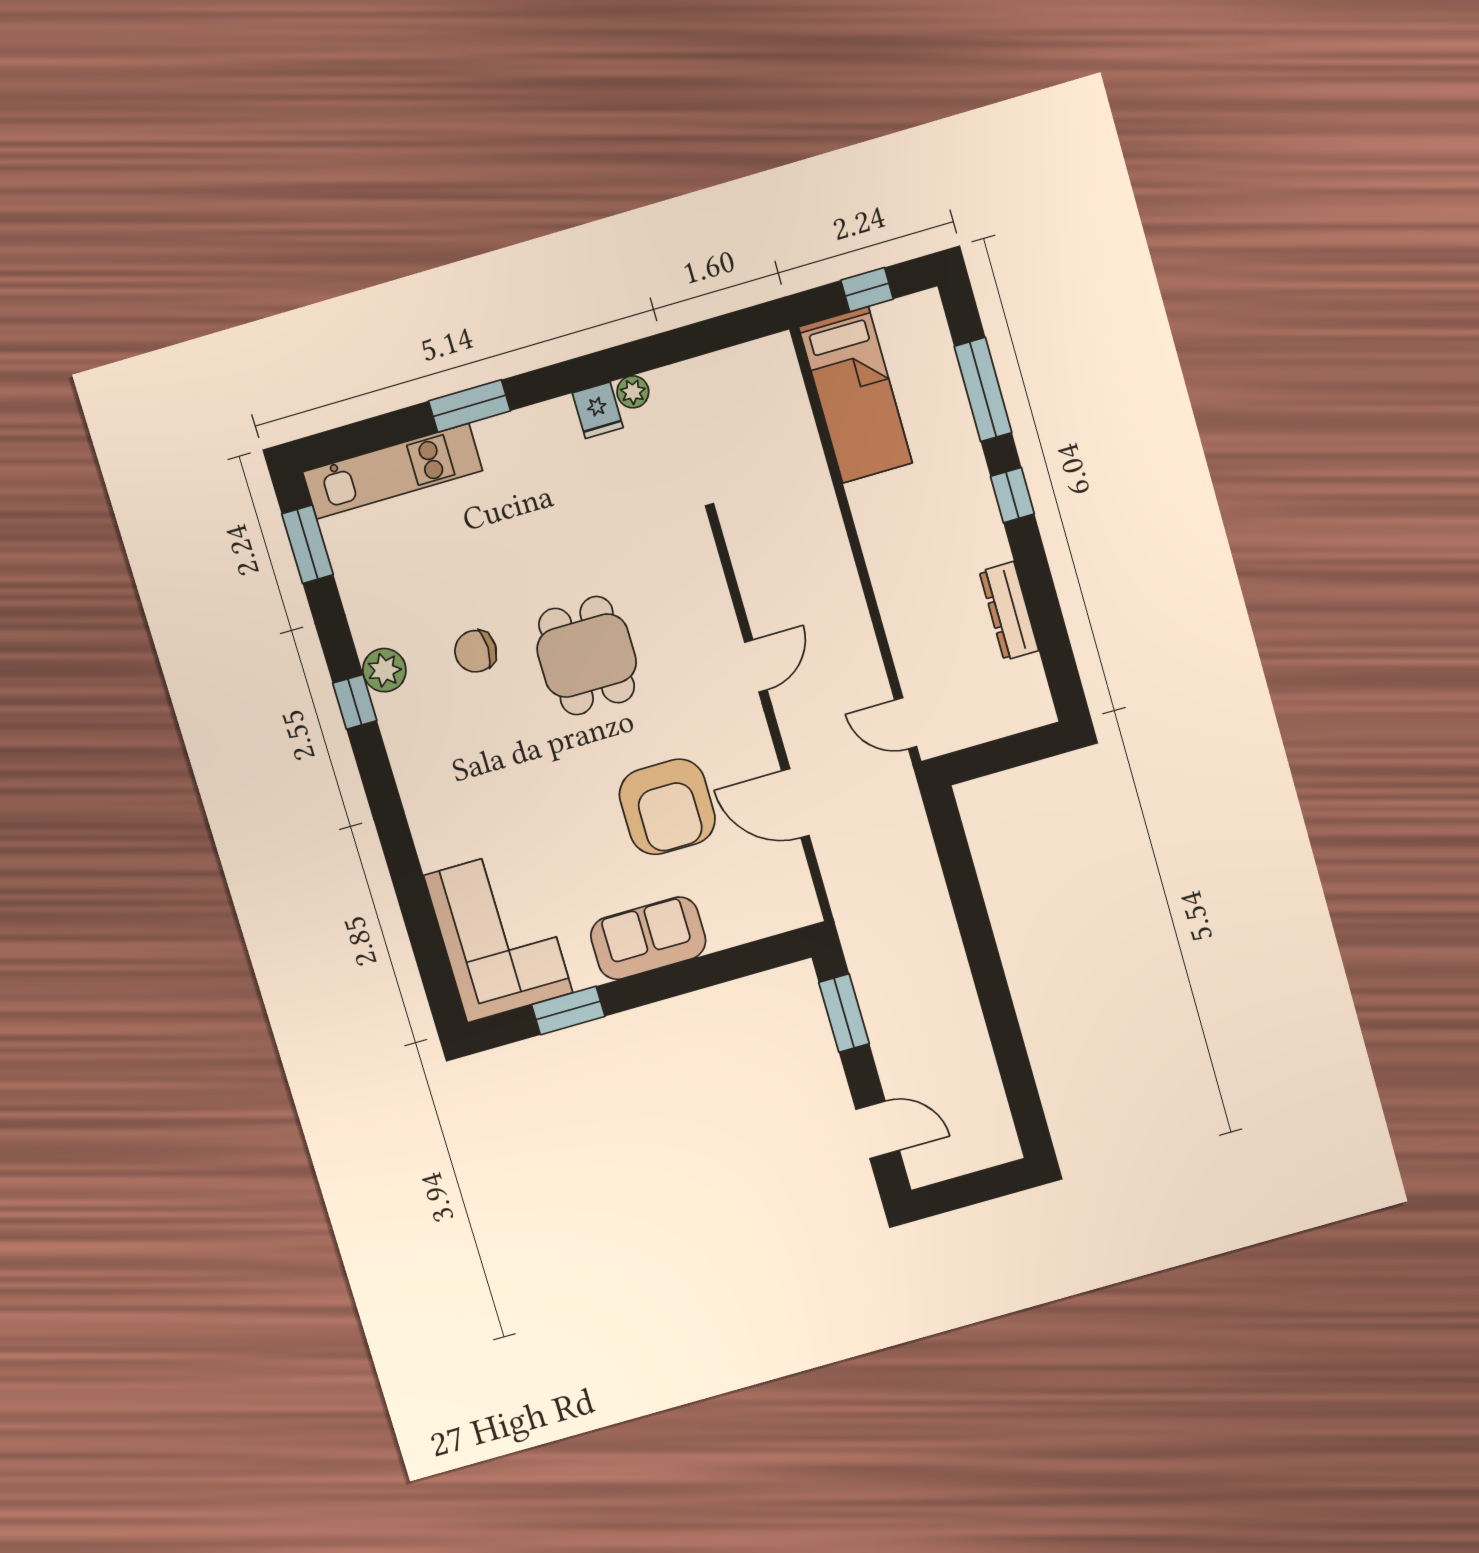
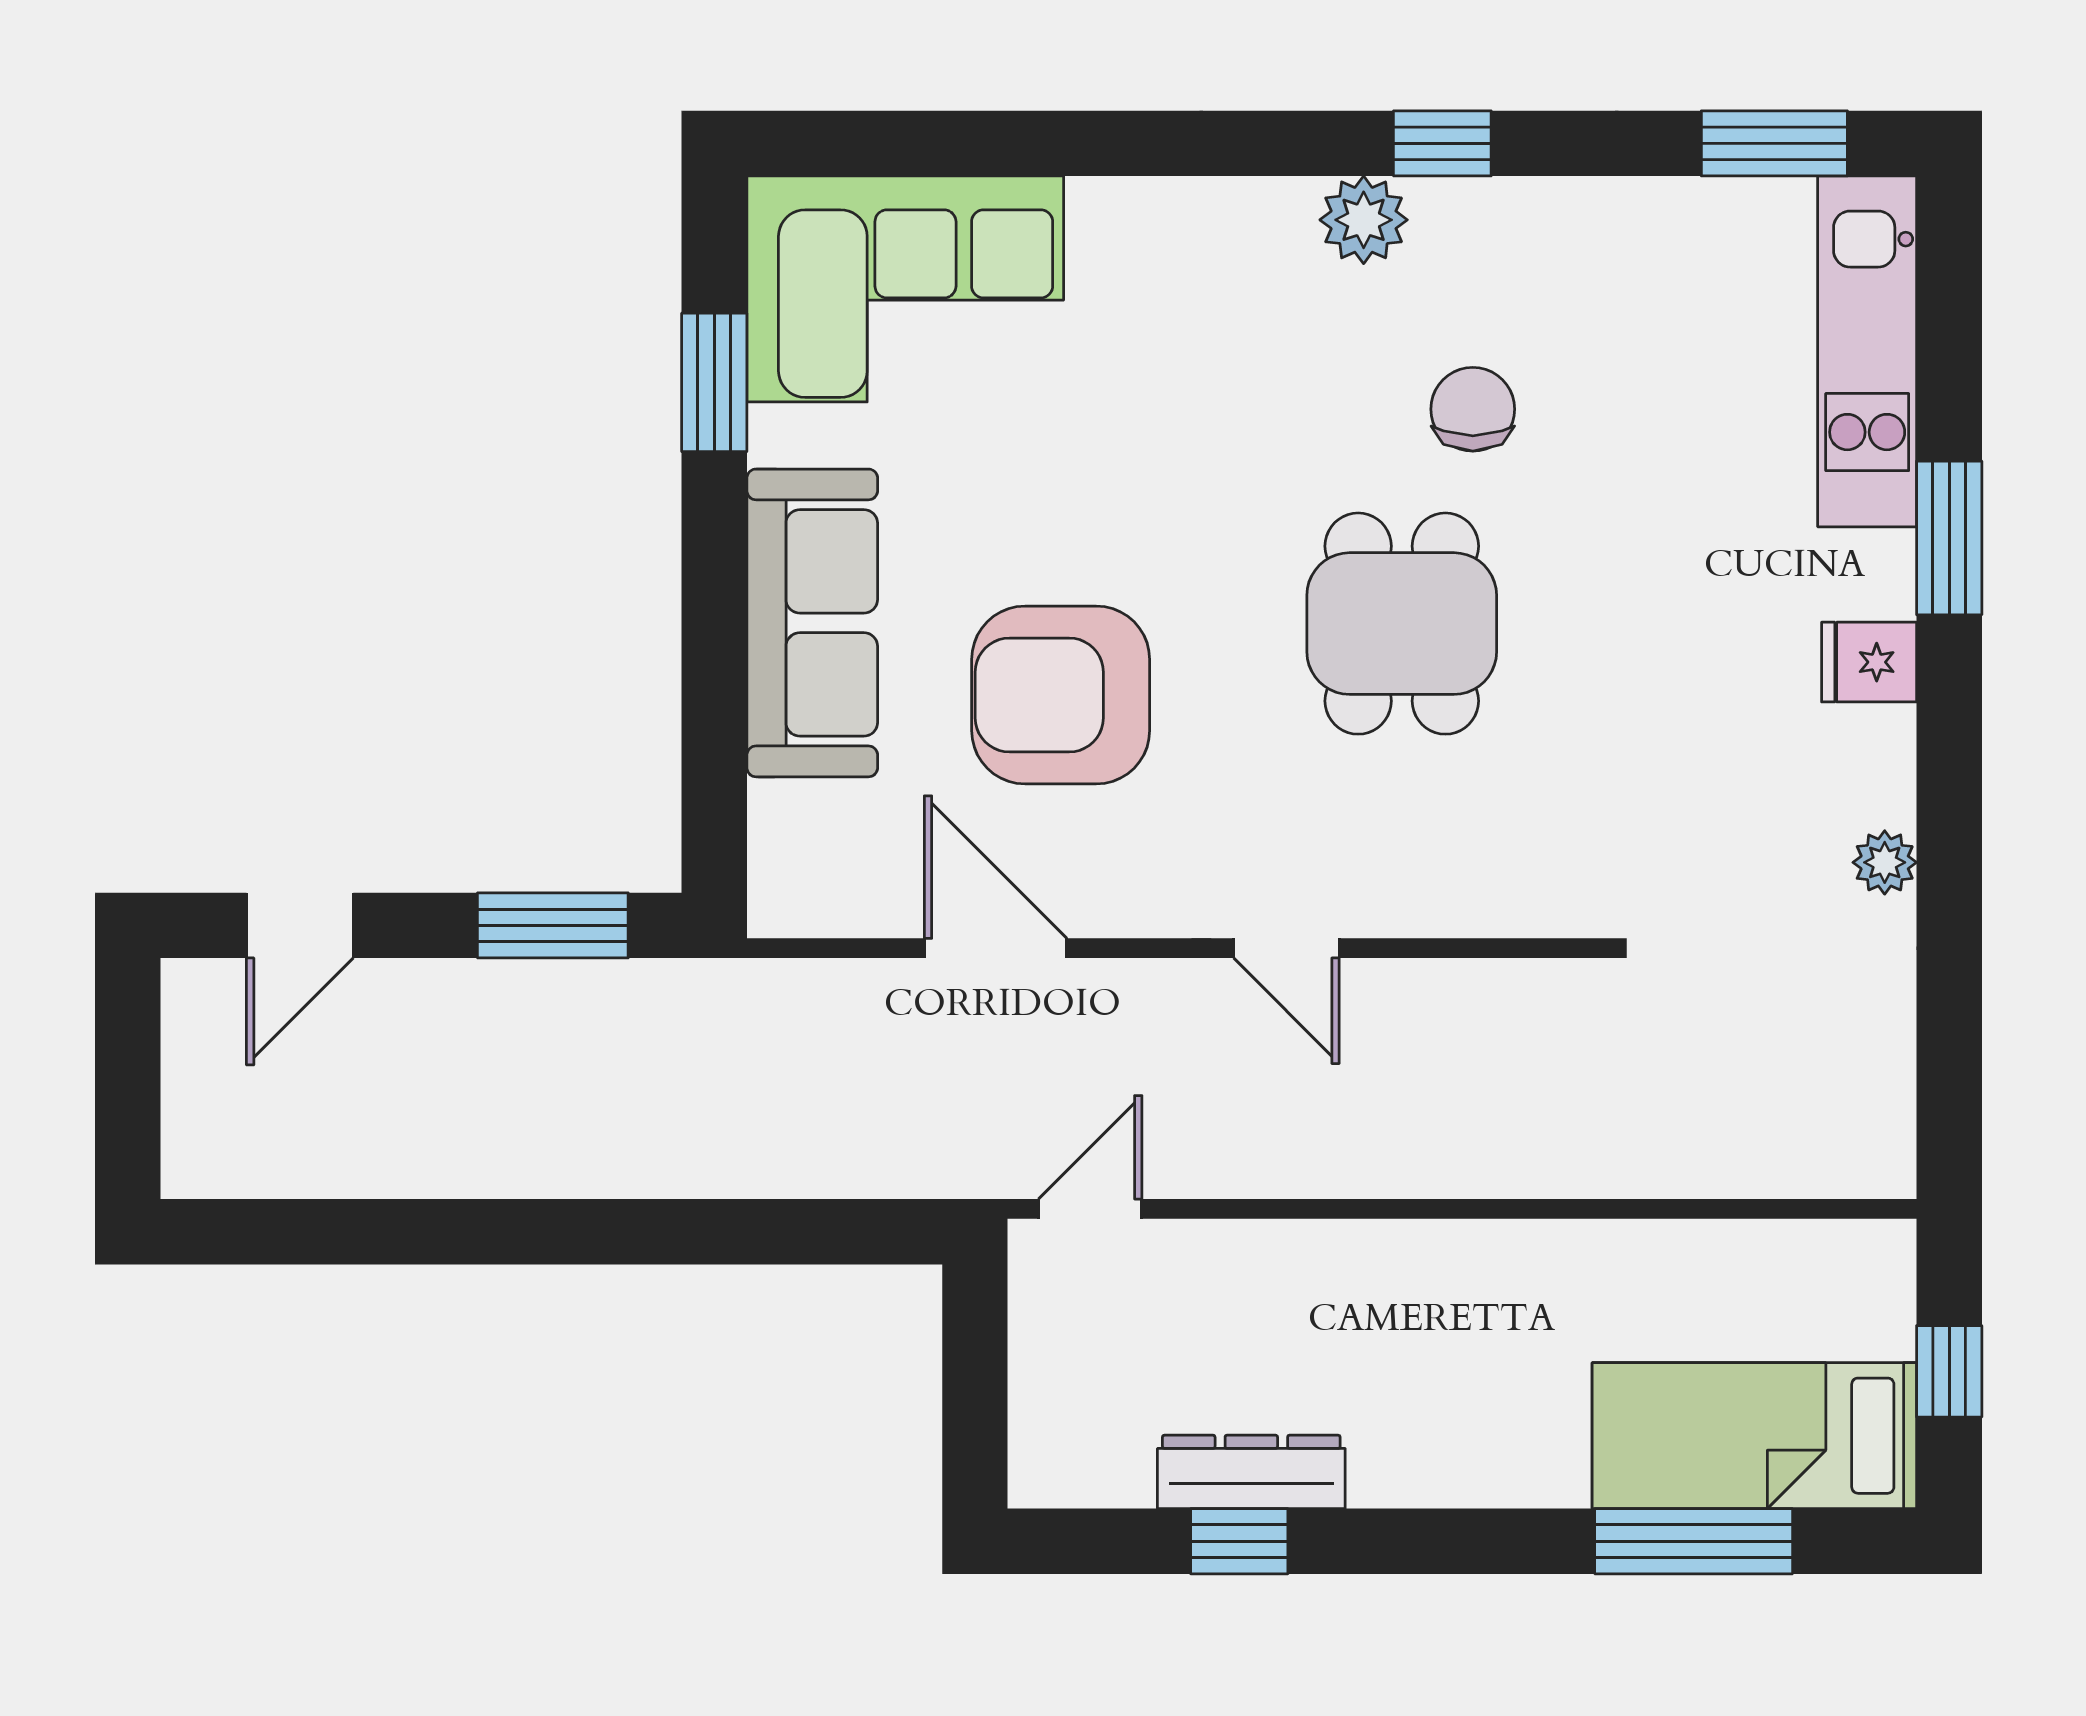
bed: (855, 395) -> (1754, 1436), moved
fridge: (598, 410) -> (1869, 662), moved
window: (1012, 495) -> (1239, 1541), moved
dining table: (587, 656) -> (1402, 624), turned 90
plant: (384, 670) -> (1364, 220), moved
door: (795, 803) -> (996, 948), hinge flipped
sofa: (648, 938) -> (812, 623), width x1.36

